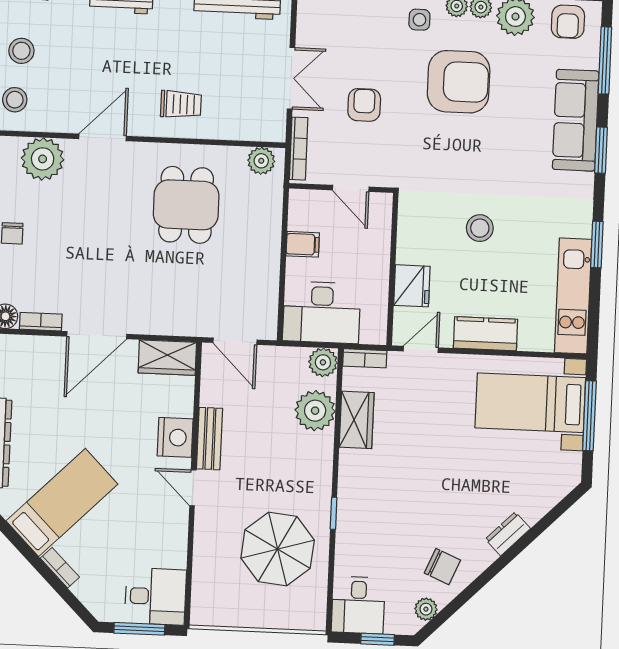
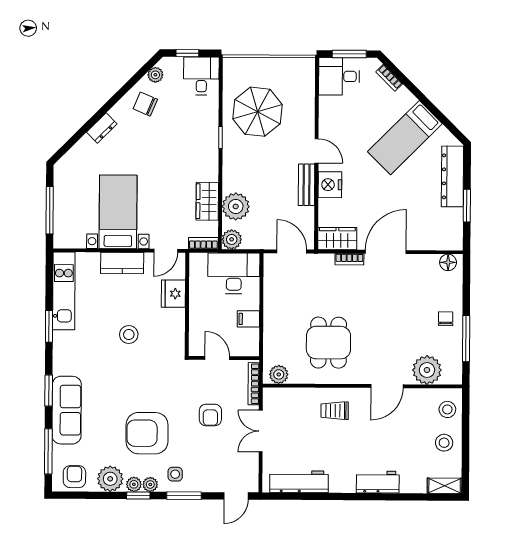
bookcase: (41, 322) -> (349, 259), moved
bed with nightstands: (530, 403) -> (118, 212), moved, turned -90
bookcase: (60, 568) -> (389, 78), moved

